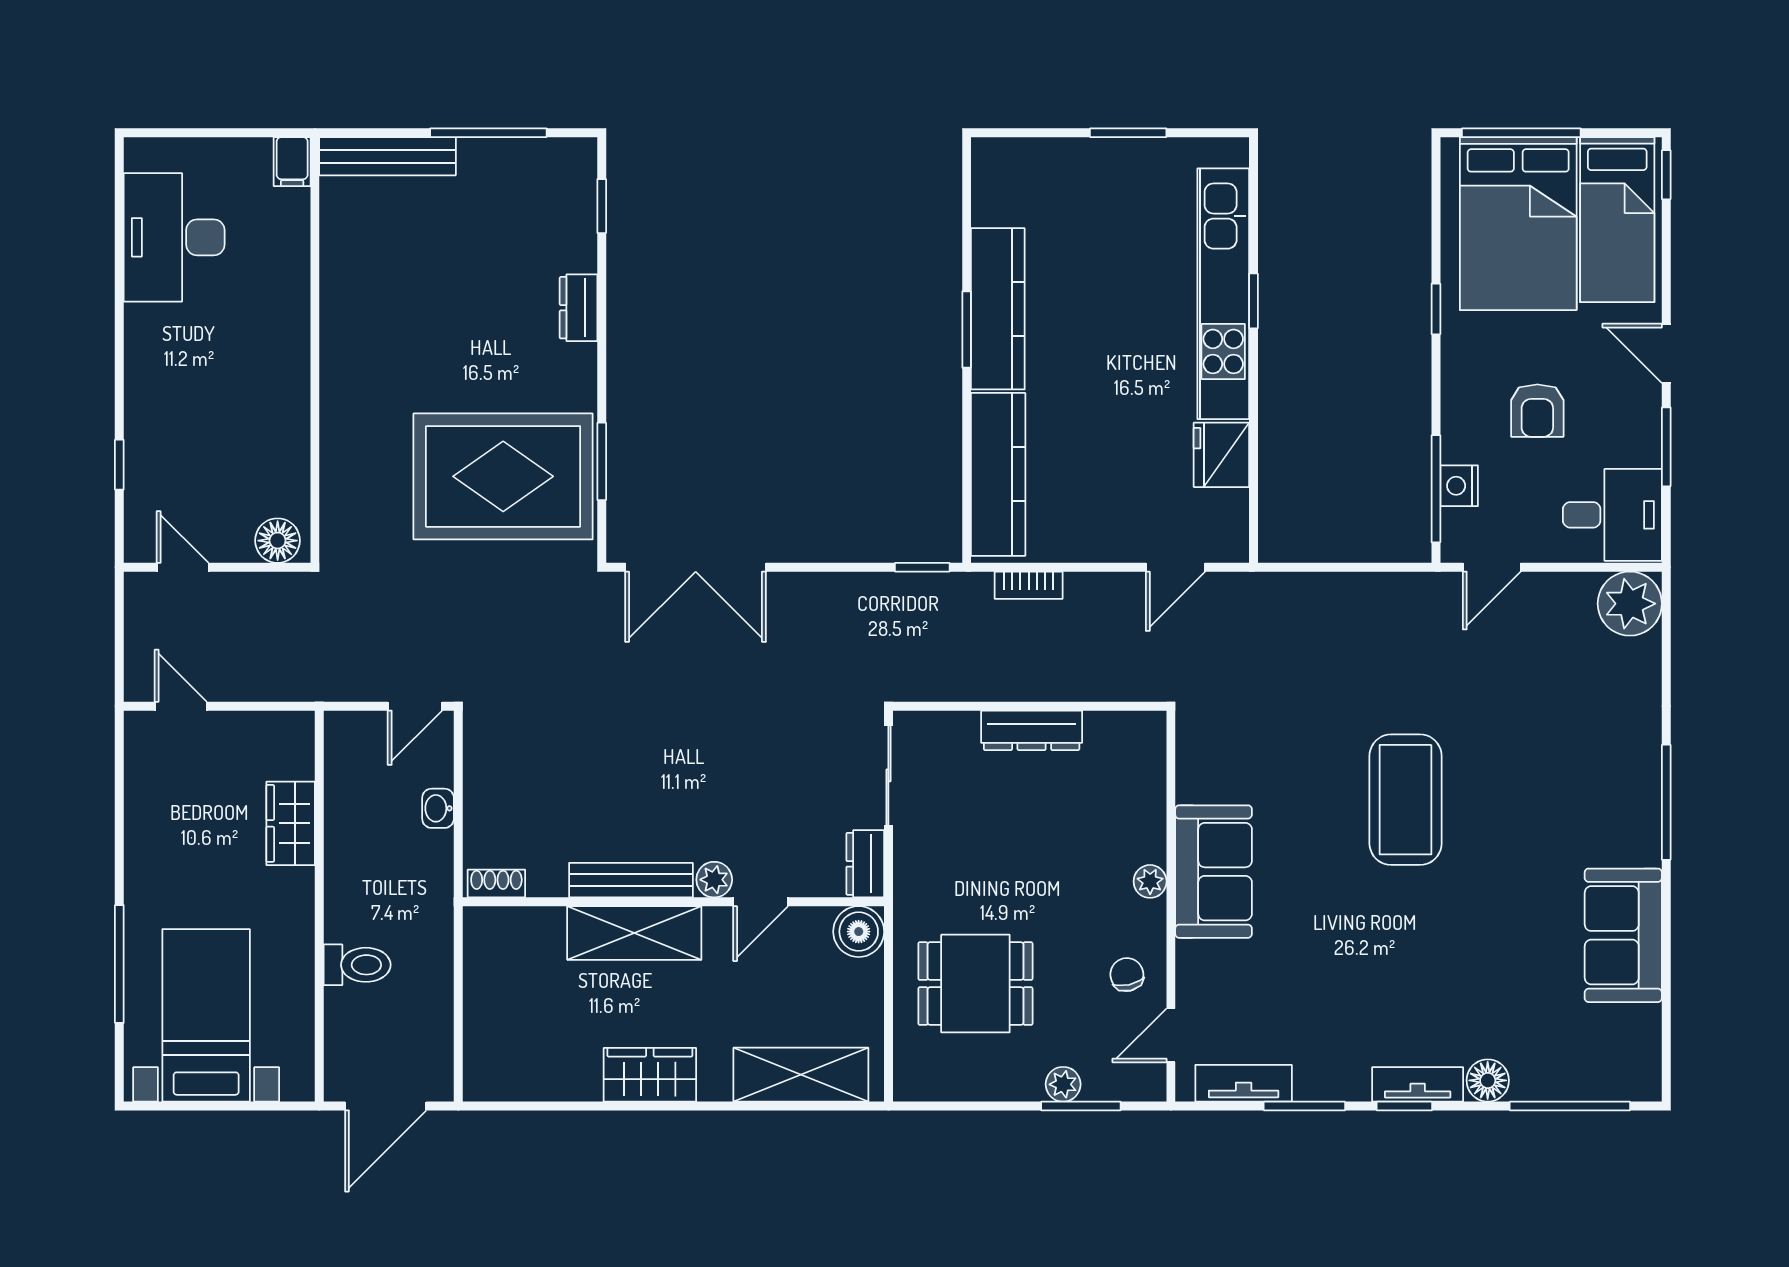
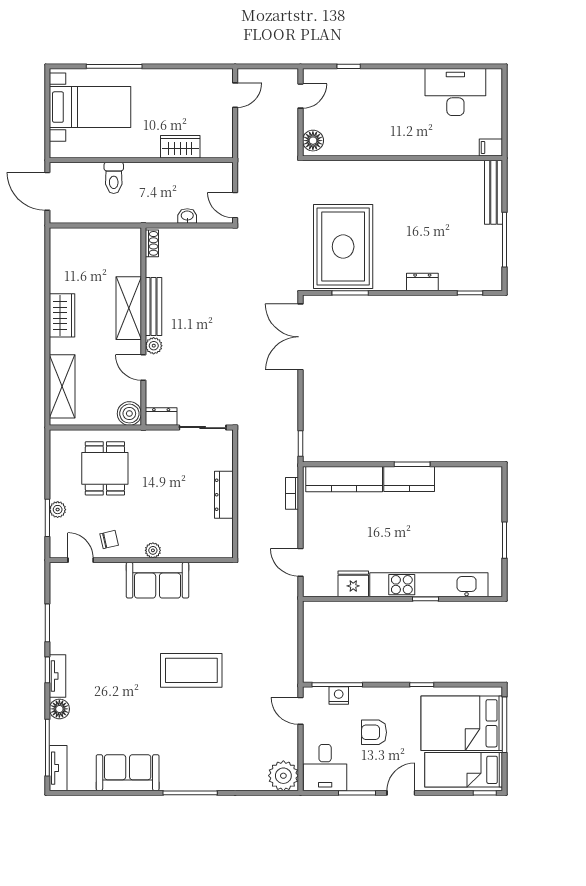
kitchen counter: (998, 309) -> (409, 479), width x0.67
tv unit: (1244, 1083) -> (58, 768), moved

